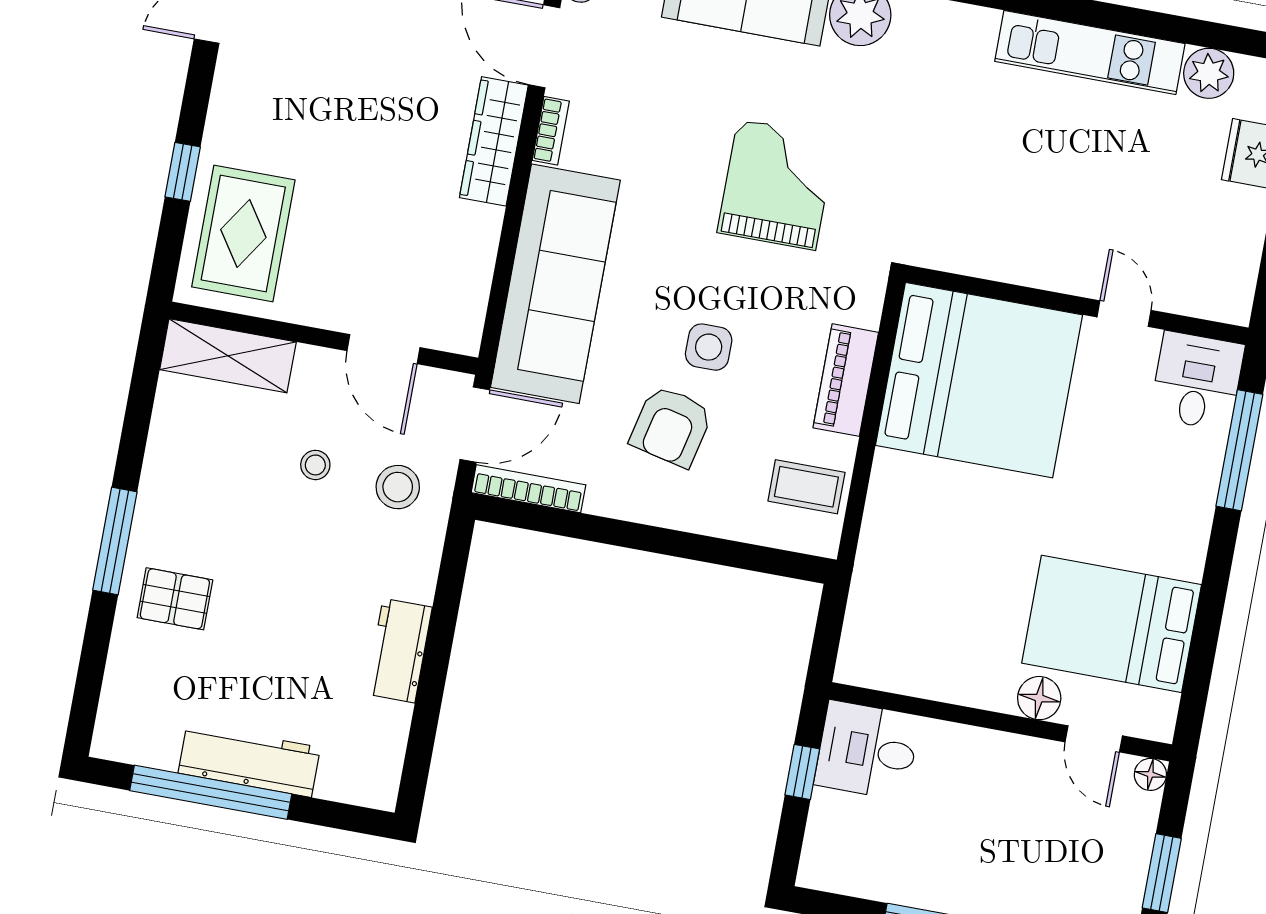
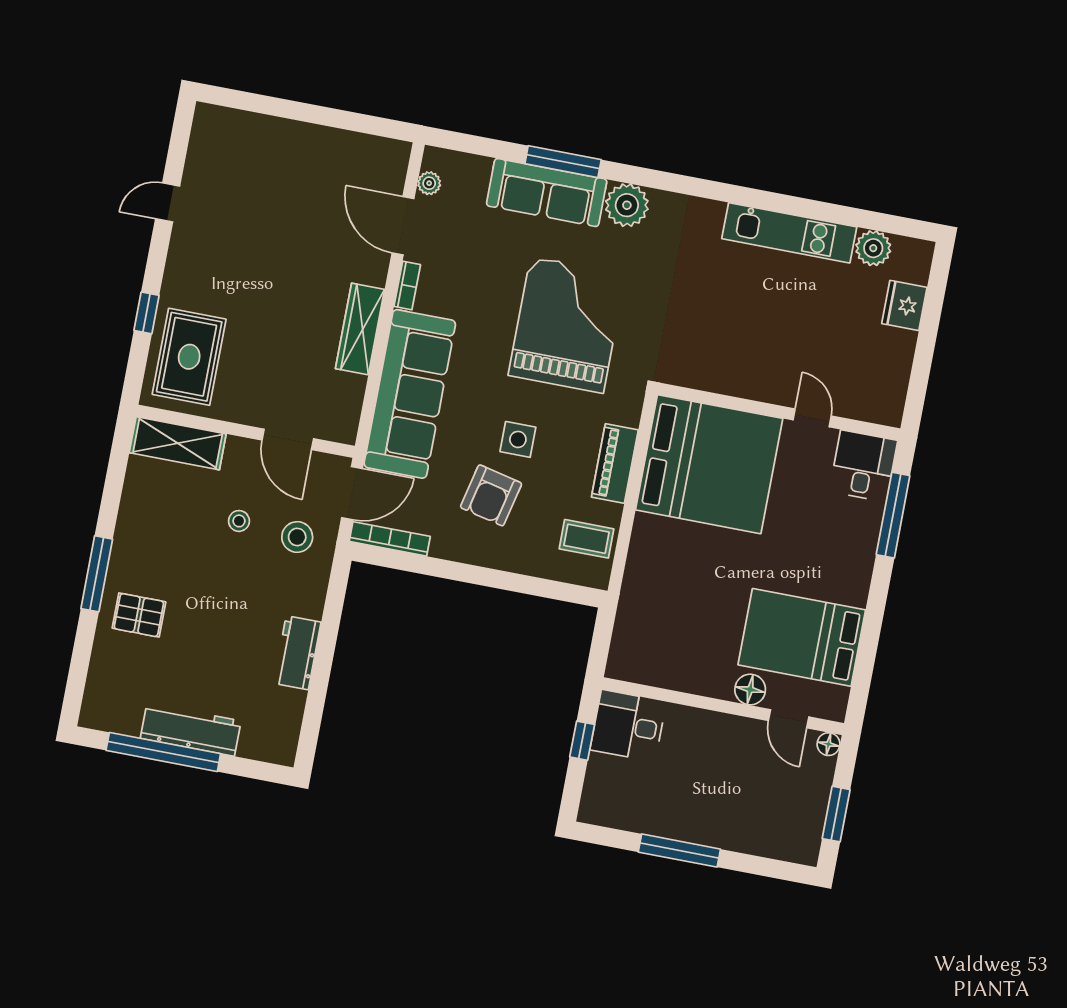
wardrobe: (494, 141) -> (360, 329), moved
grand piano: (777, 185) -> (567, 325), width x1.37, depth x1.48

